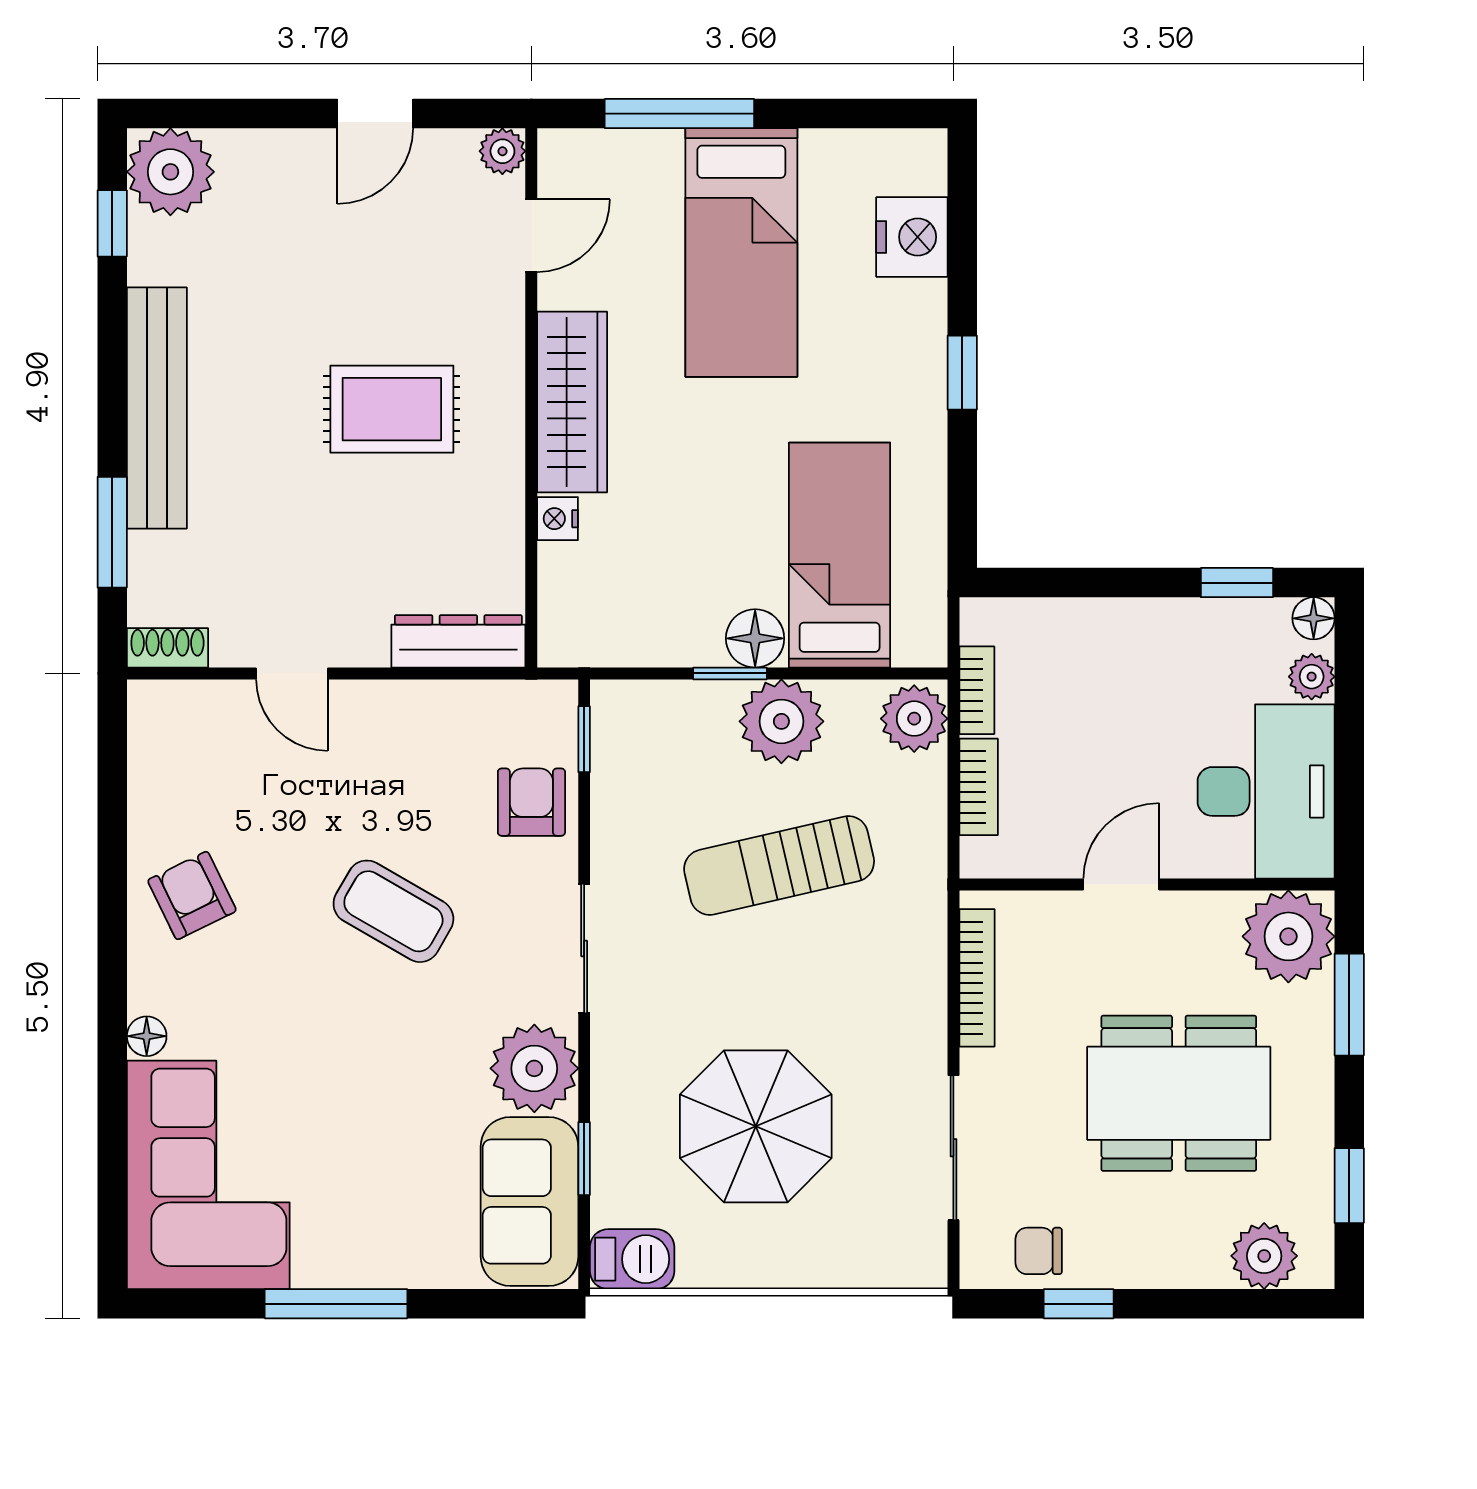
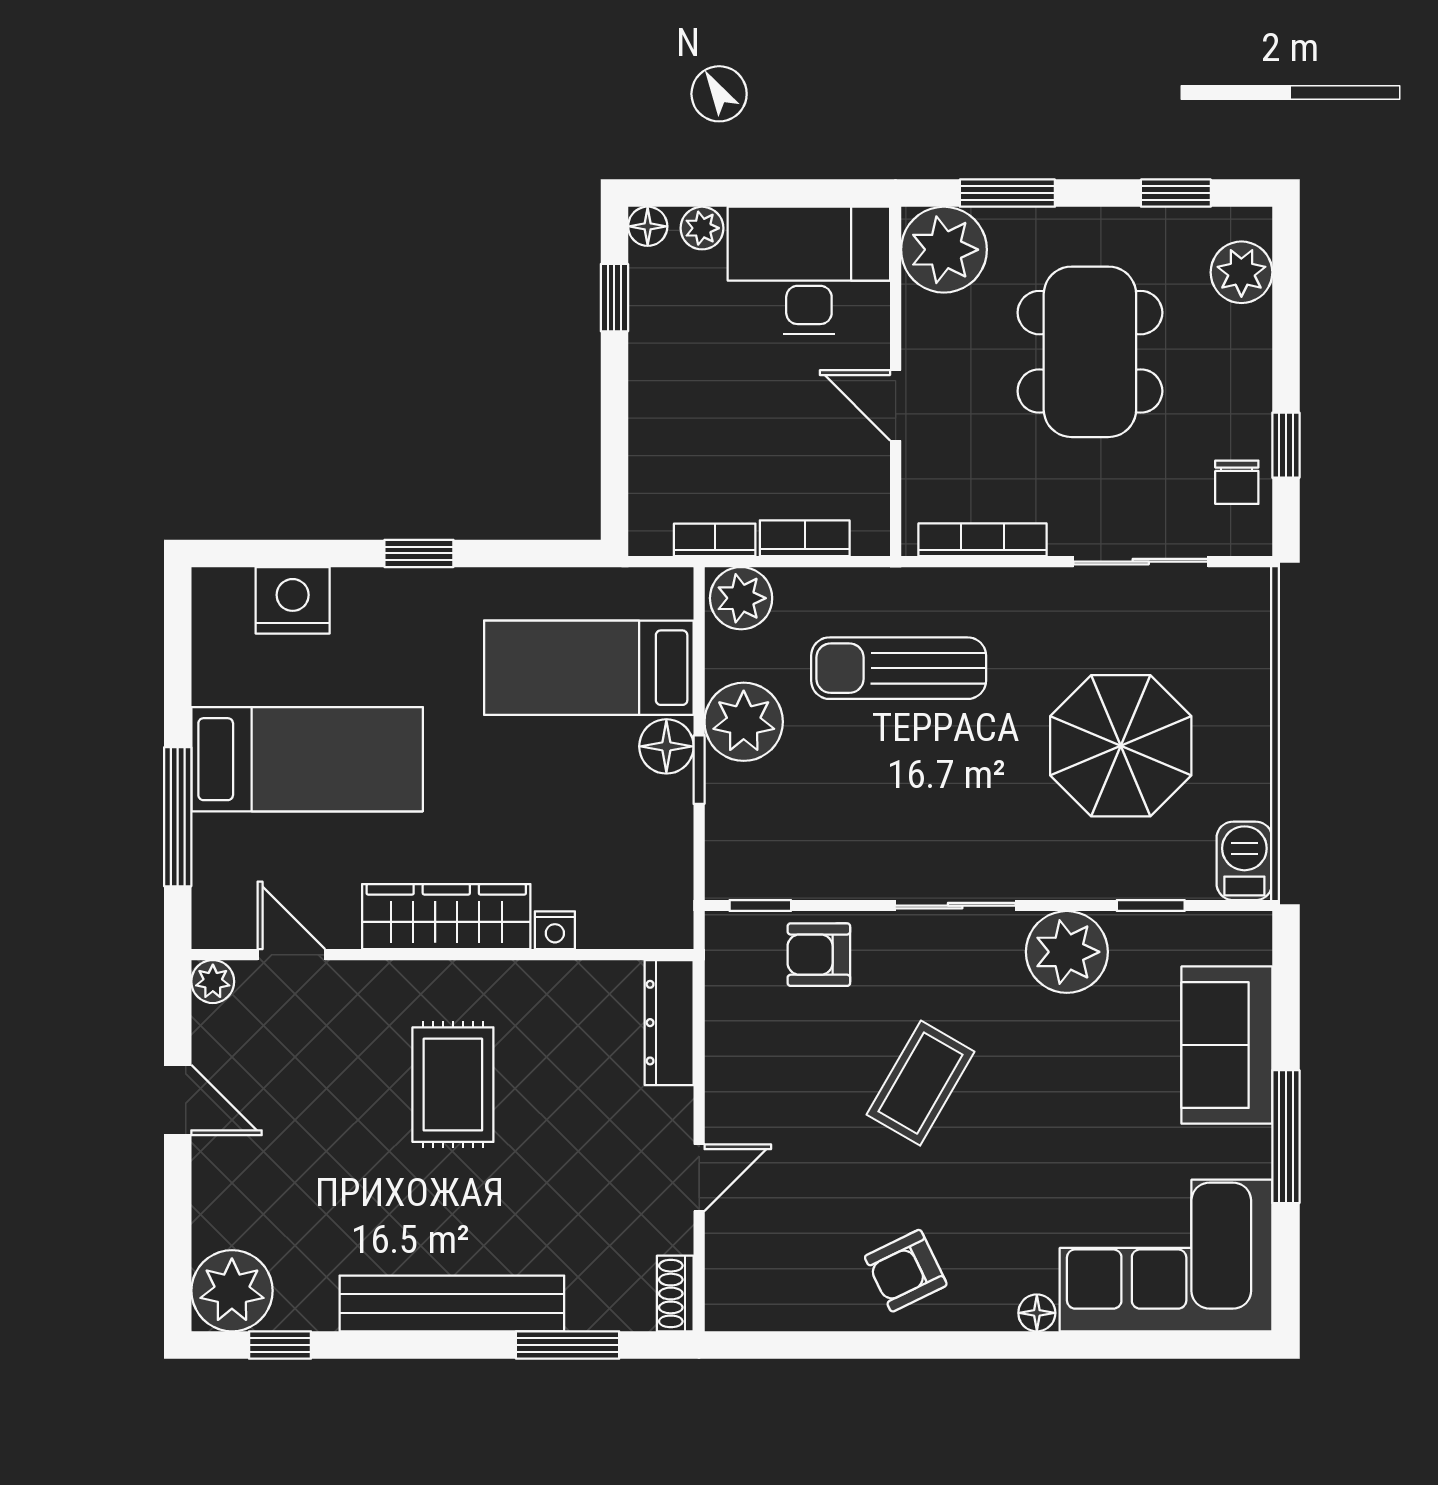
sun lounger: (779, 865) -> (899, 668), moved, turned 103
sofa: (529, 1202) -> (1227, 1045), moved, turned 90

